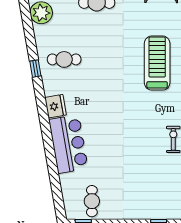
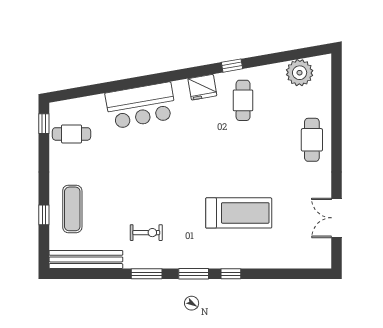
fridge: (55, 106) -> (202, 87), moved
exercise mat: (154, 201) -> (72, 209), added

